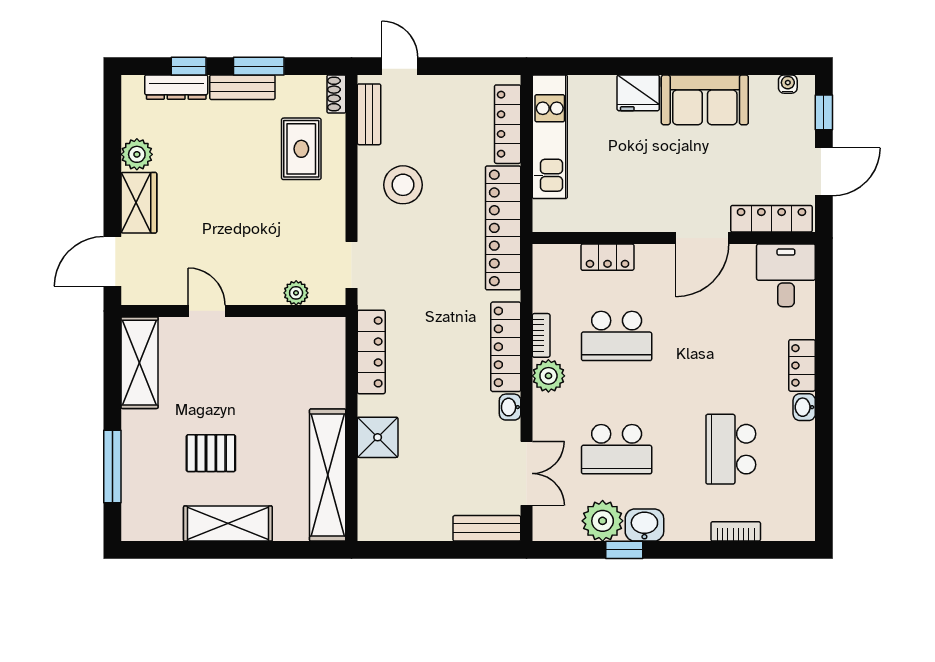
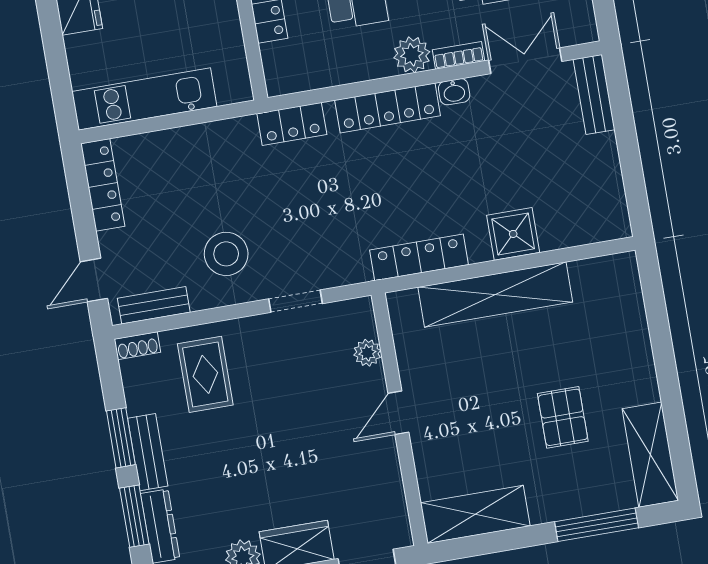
window: (189, 66) -> (134, 516), width x1.50
locker: (508, 124) -> (103, 185), moved, turned -90
rug: (301, 149) -> (205, 374), turned 90
locker: (503, 228) -> (292, 124), width x0.46, depth x0.83
doorway: (352, 265) -> (295, 301), moved
door: (207, 311) -> (398, 413), moved
bookcase: (541, 335) -> (458, 55), moved
shelving: (328, 475) -> (495, 295), moved
shelving: (228, 524) -> (650, 455), moved

